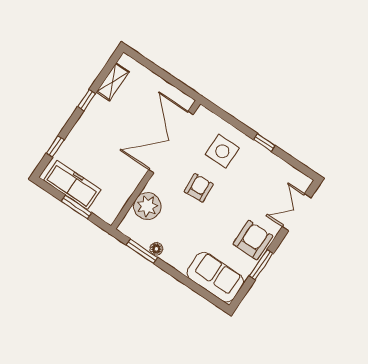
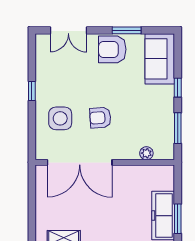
plant: (147, 206) -> (146, 153), width x0.53, depth x0.53
window: (76, 207) -> (178, 219), moved
floor lamp: (156, 249) -> (169, 119), removed
window: (179, 276) -> (178, 88), added

